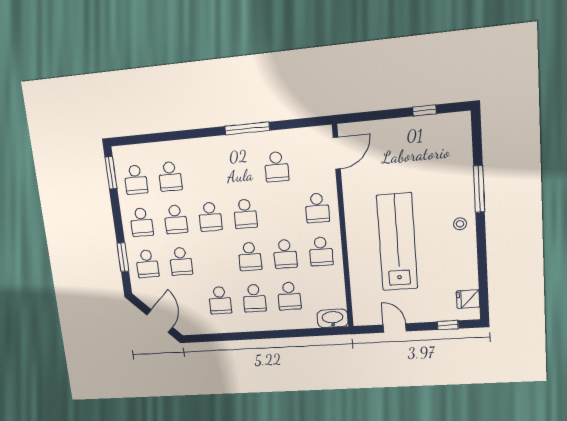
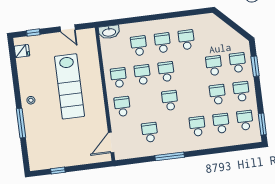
school desk: (210, 217) -> (197, 126), moved
door: (160, 321) -> (229, 22), removed

